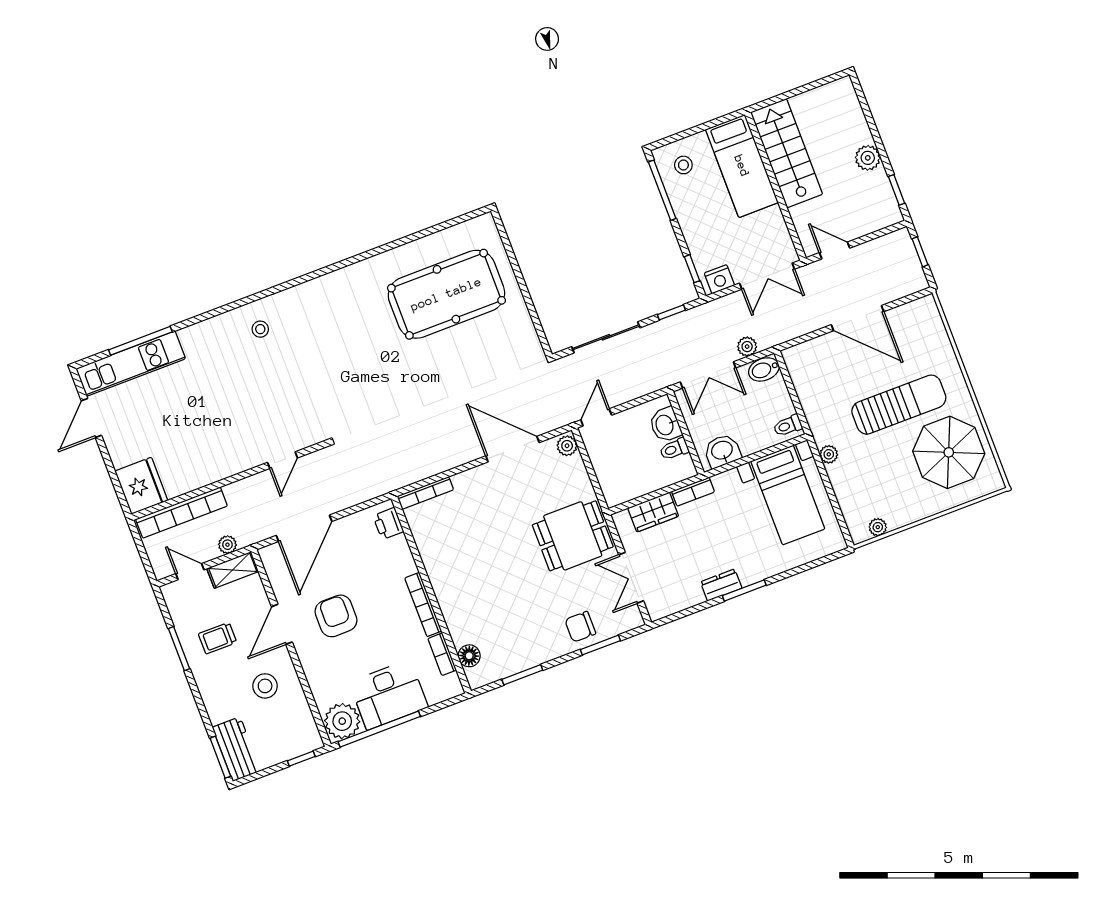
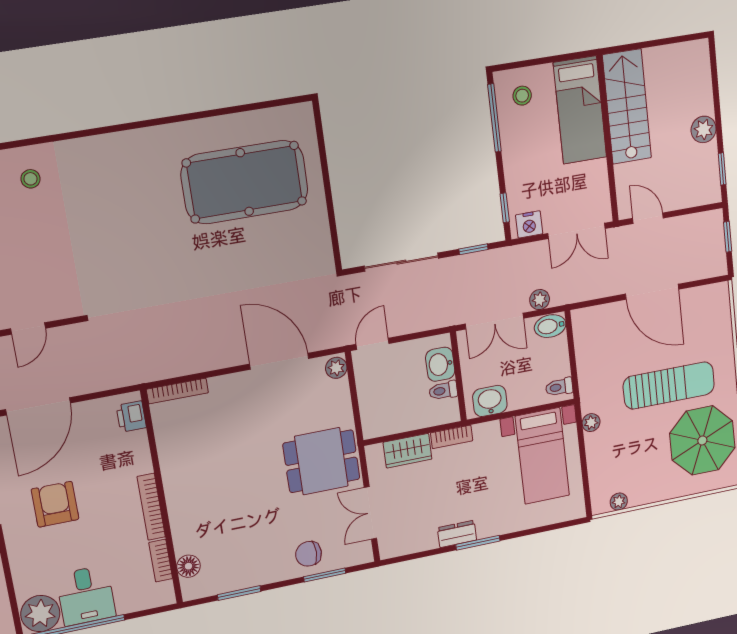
desk: (389, 695) -> (86, 595), width x0.73

